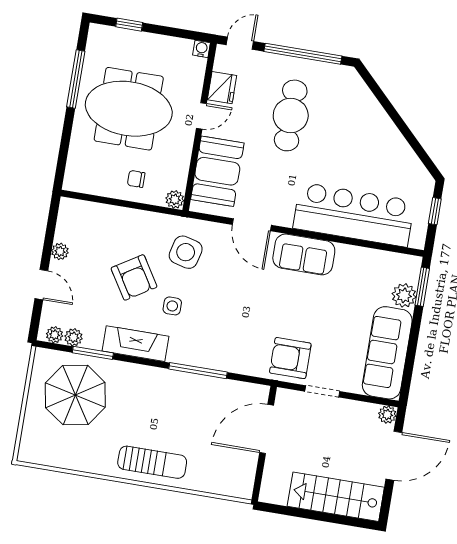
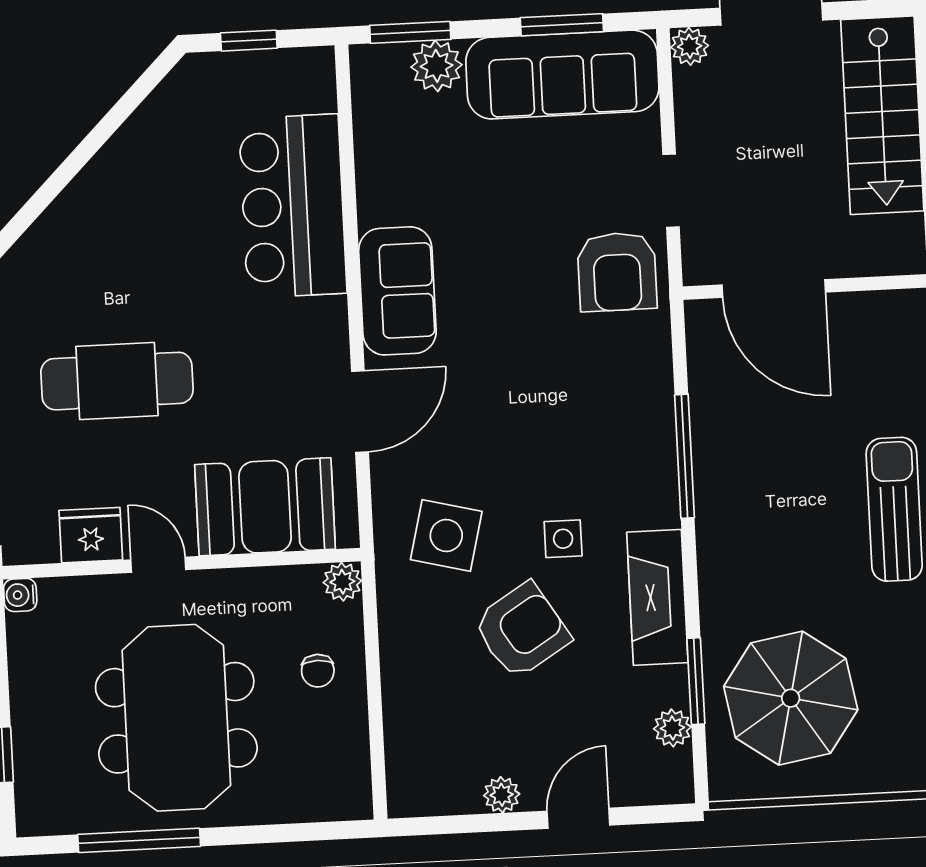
bar counter: (354, 215) -> (293, 206), width x0.73
plant: (55, 335) -> (676, 768), removed
window: (410, 358) -> (562, 25), added

